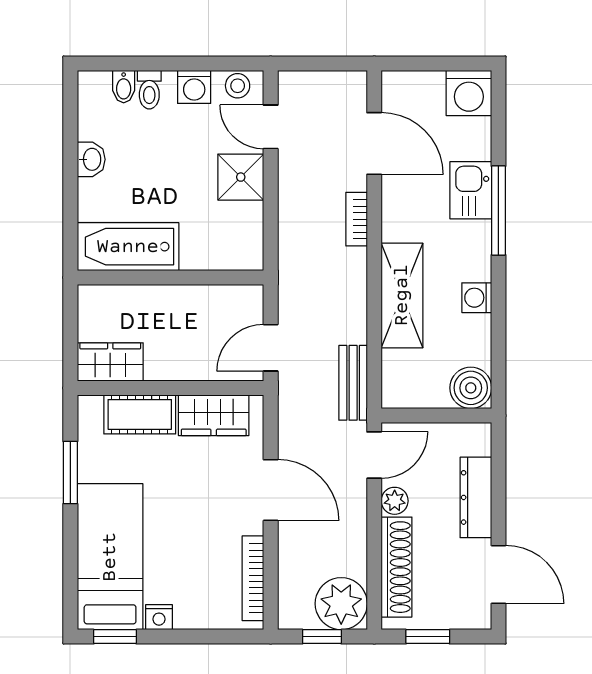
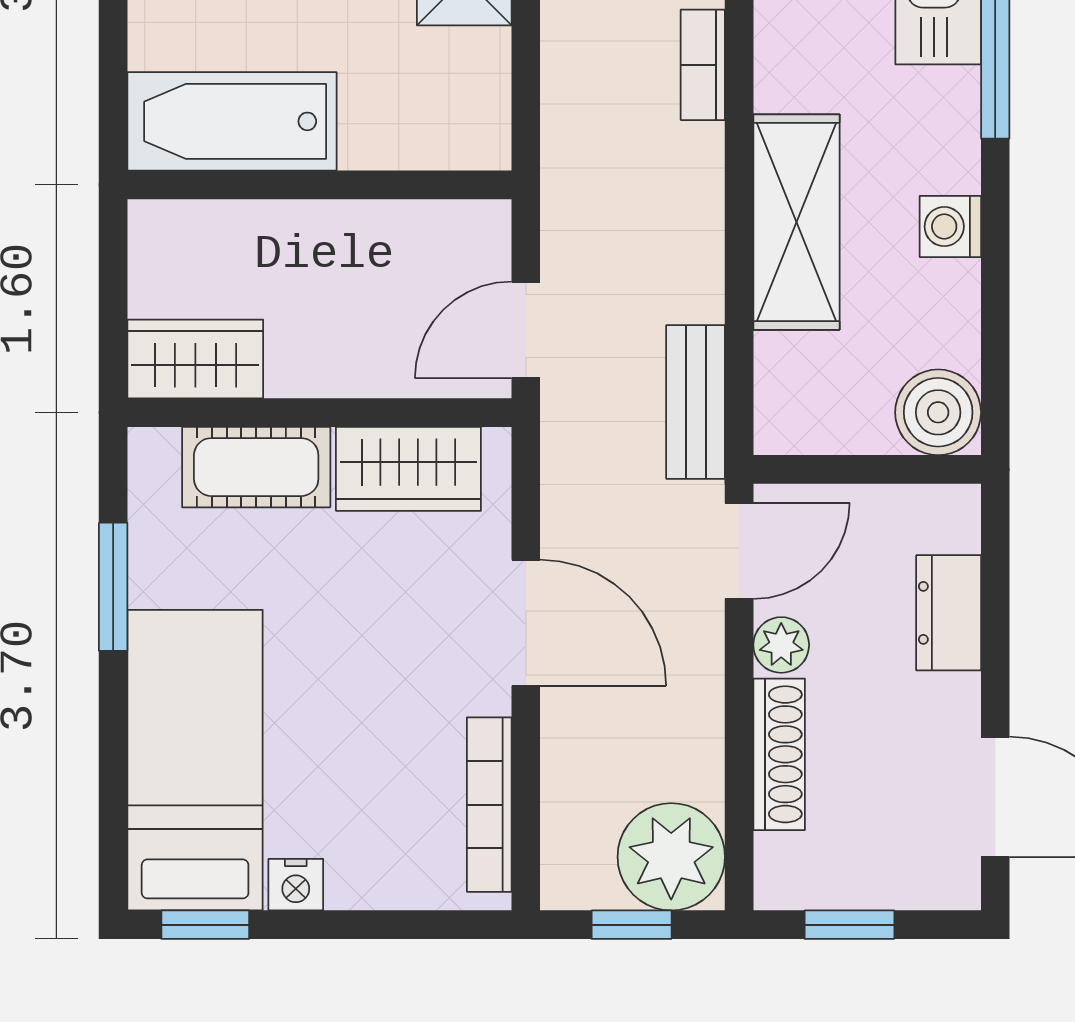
dresser: (476, 497) -> (949, 613), width x0.70
shoe rack: (397, 567) -> (779, 754), width x0.74, depth x0.81

